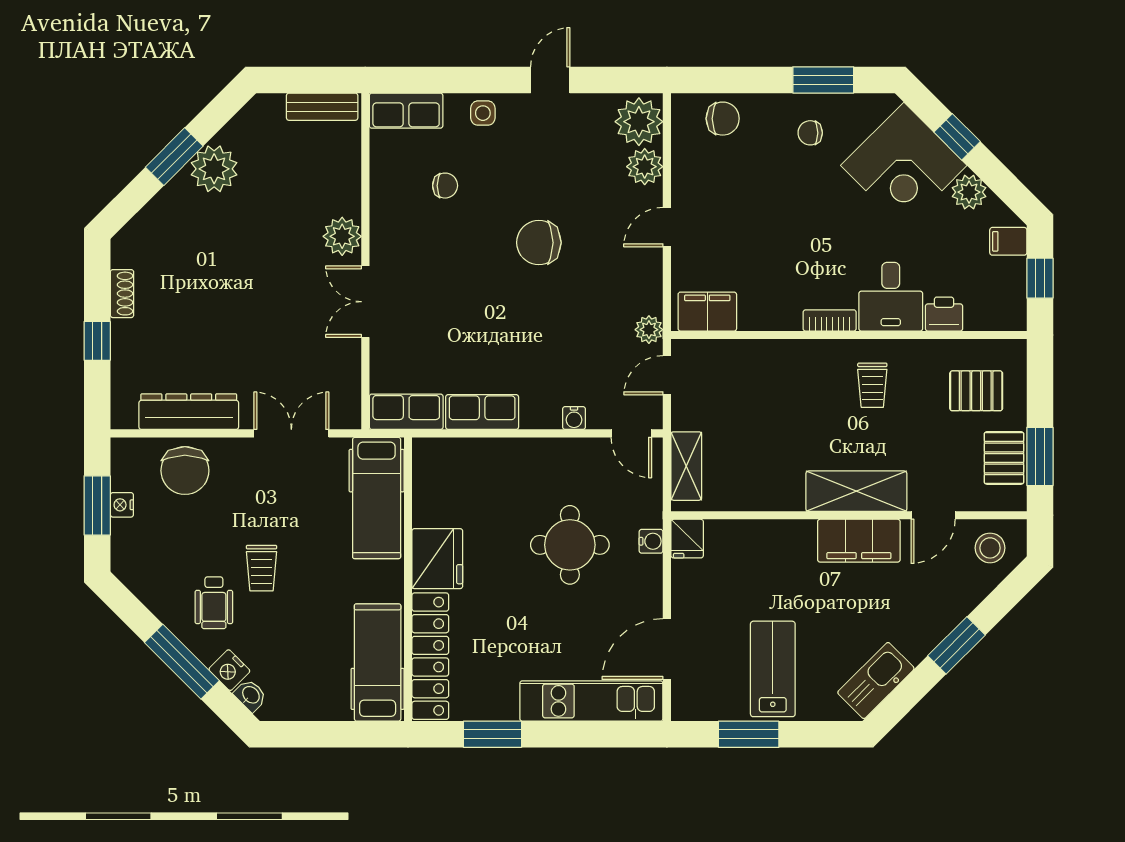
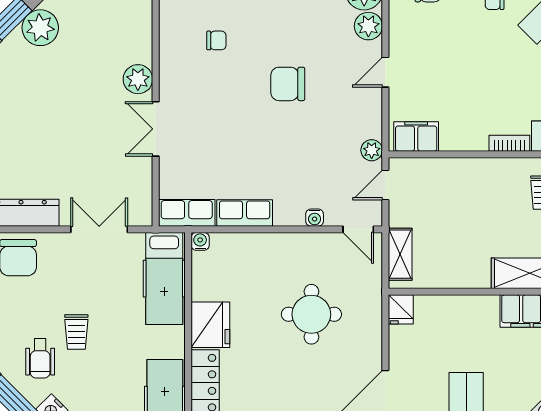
water cooler: (651, 541) -> (200, 241), moved, turned -90

